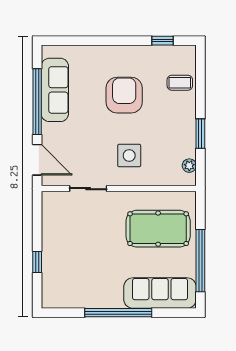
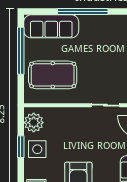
side table: (129, 156) -> (37, 149), moved
plant: (189, 166) -> (34, 123), width x1.88, depth x1.88

